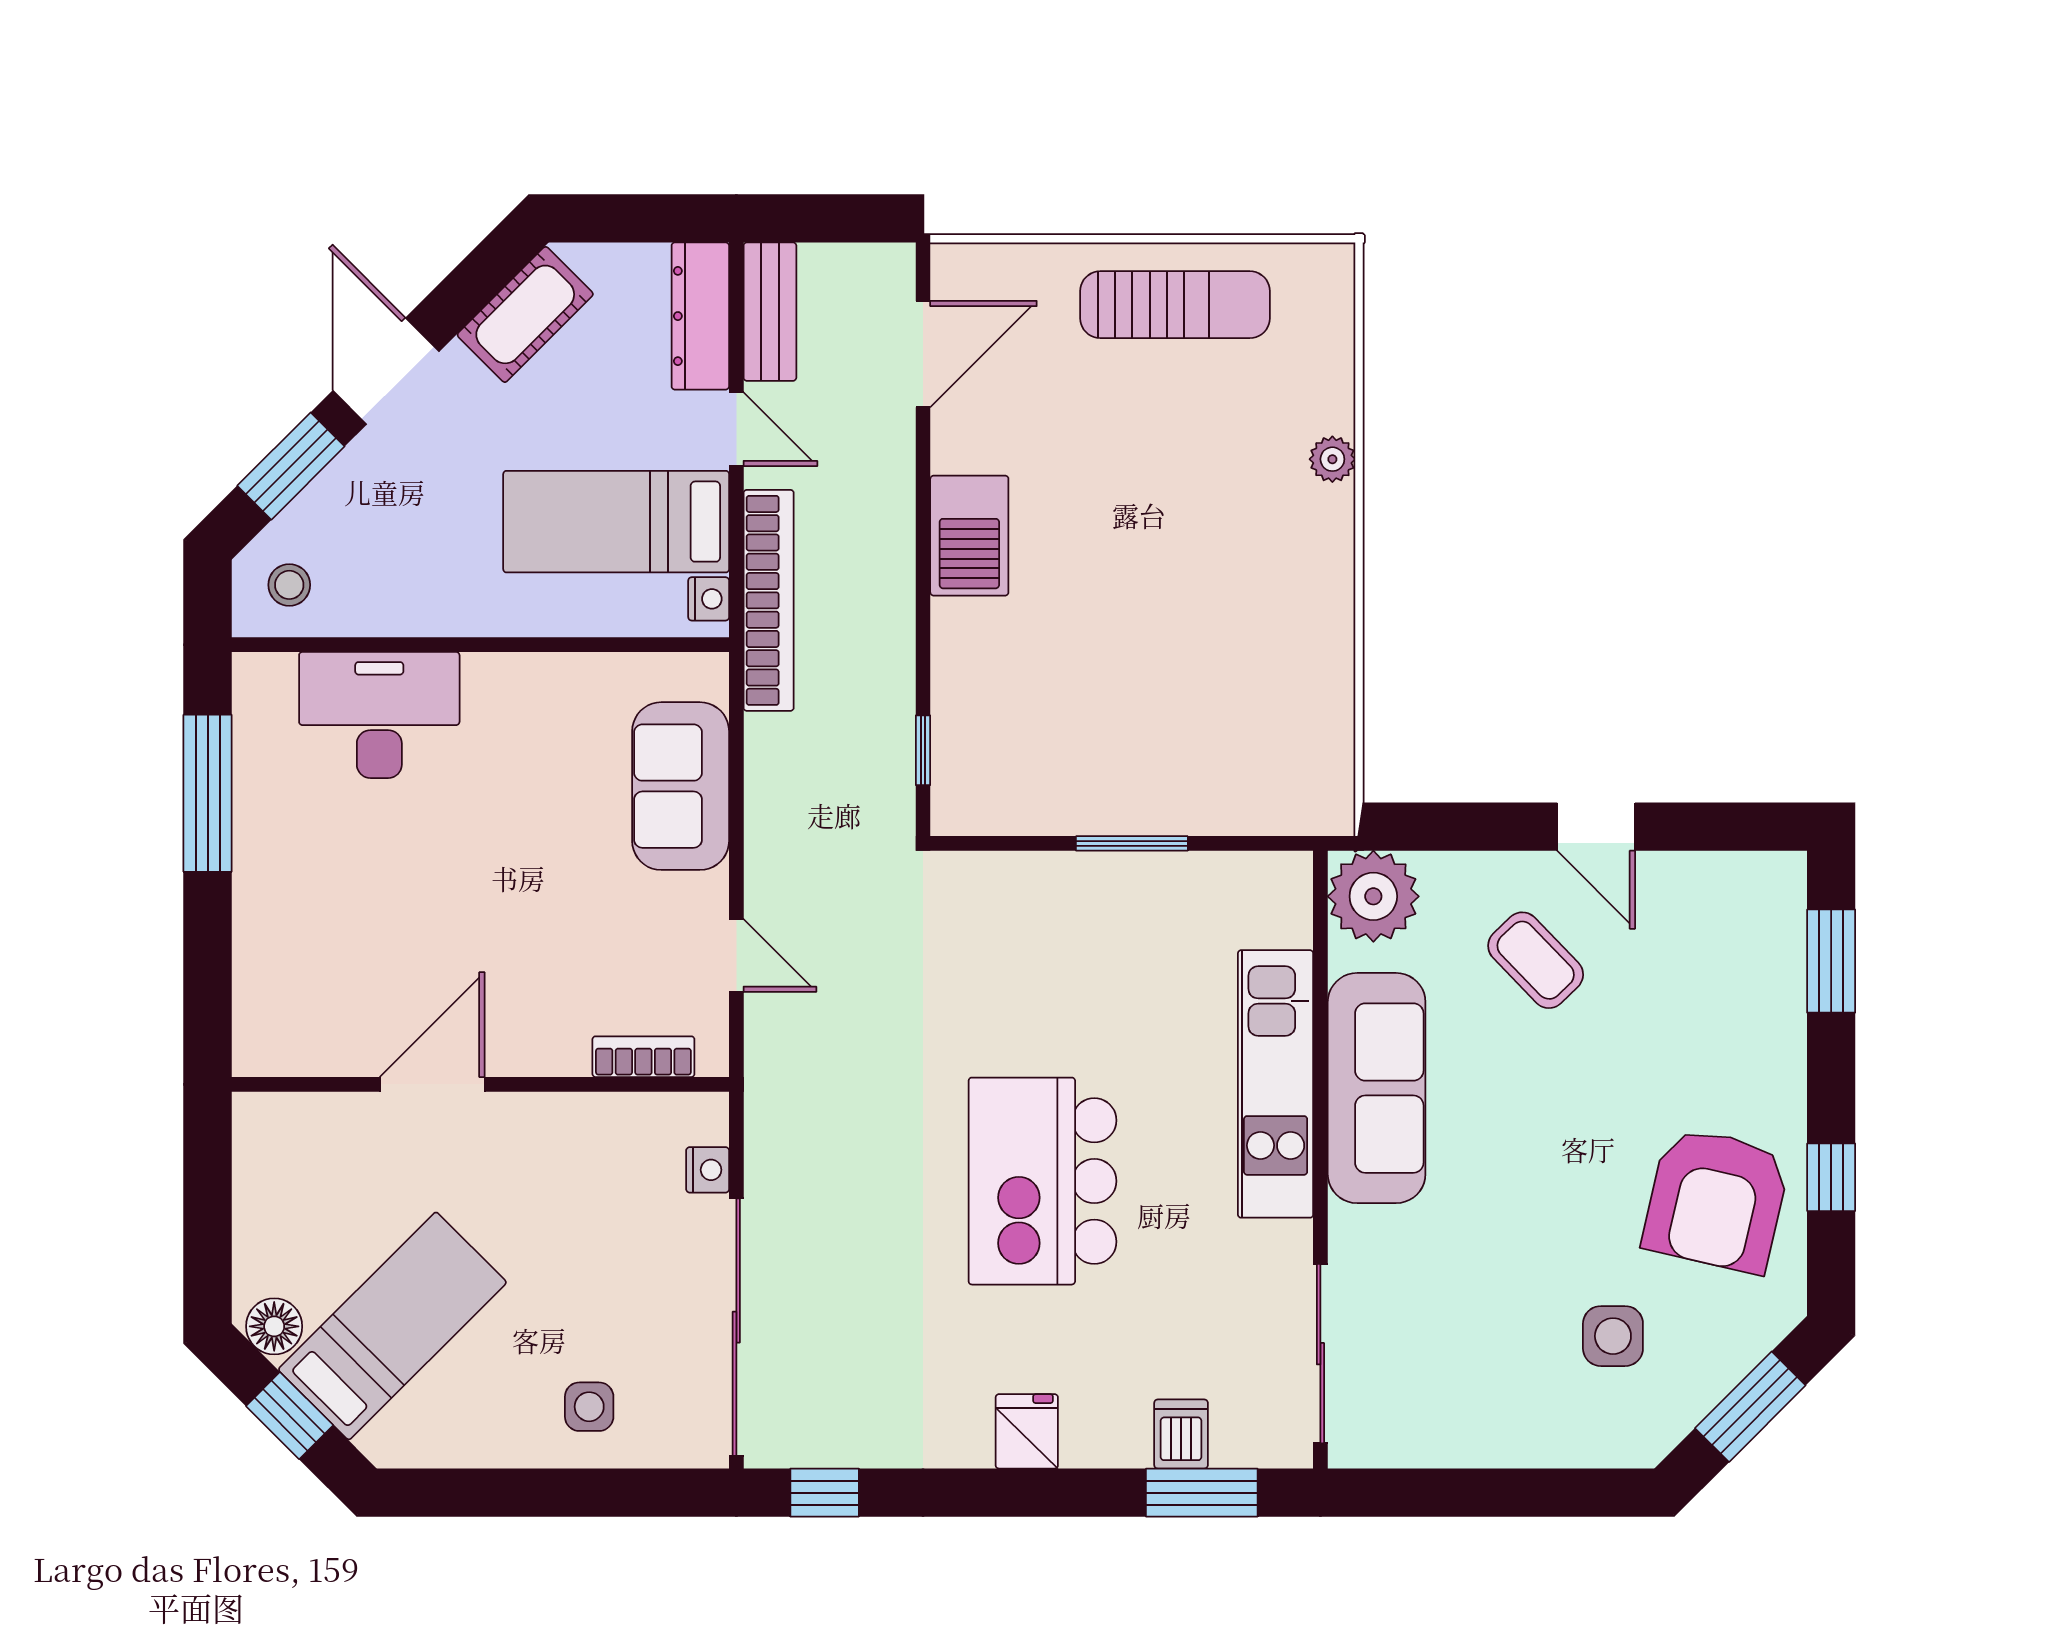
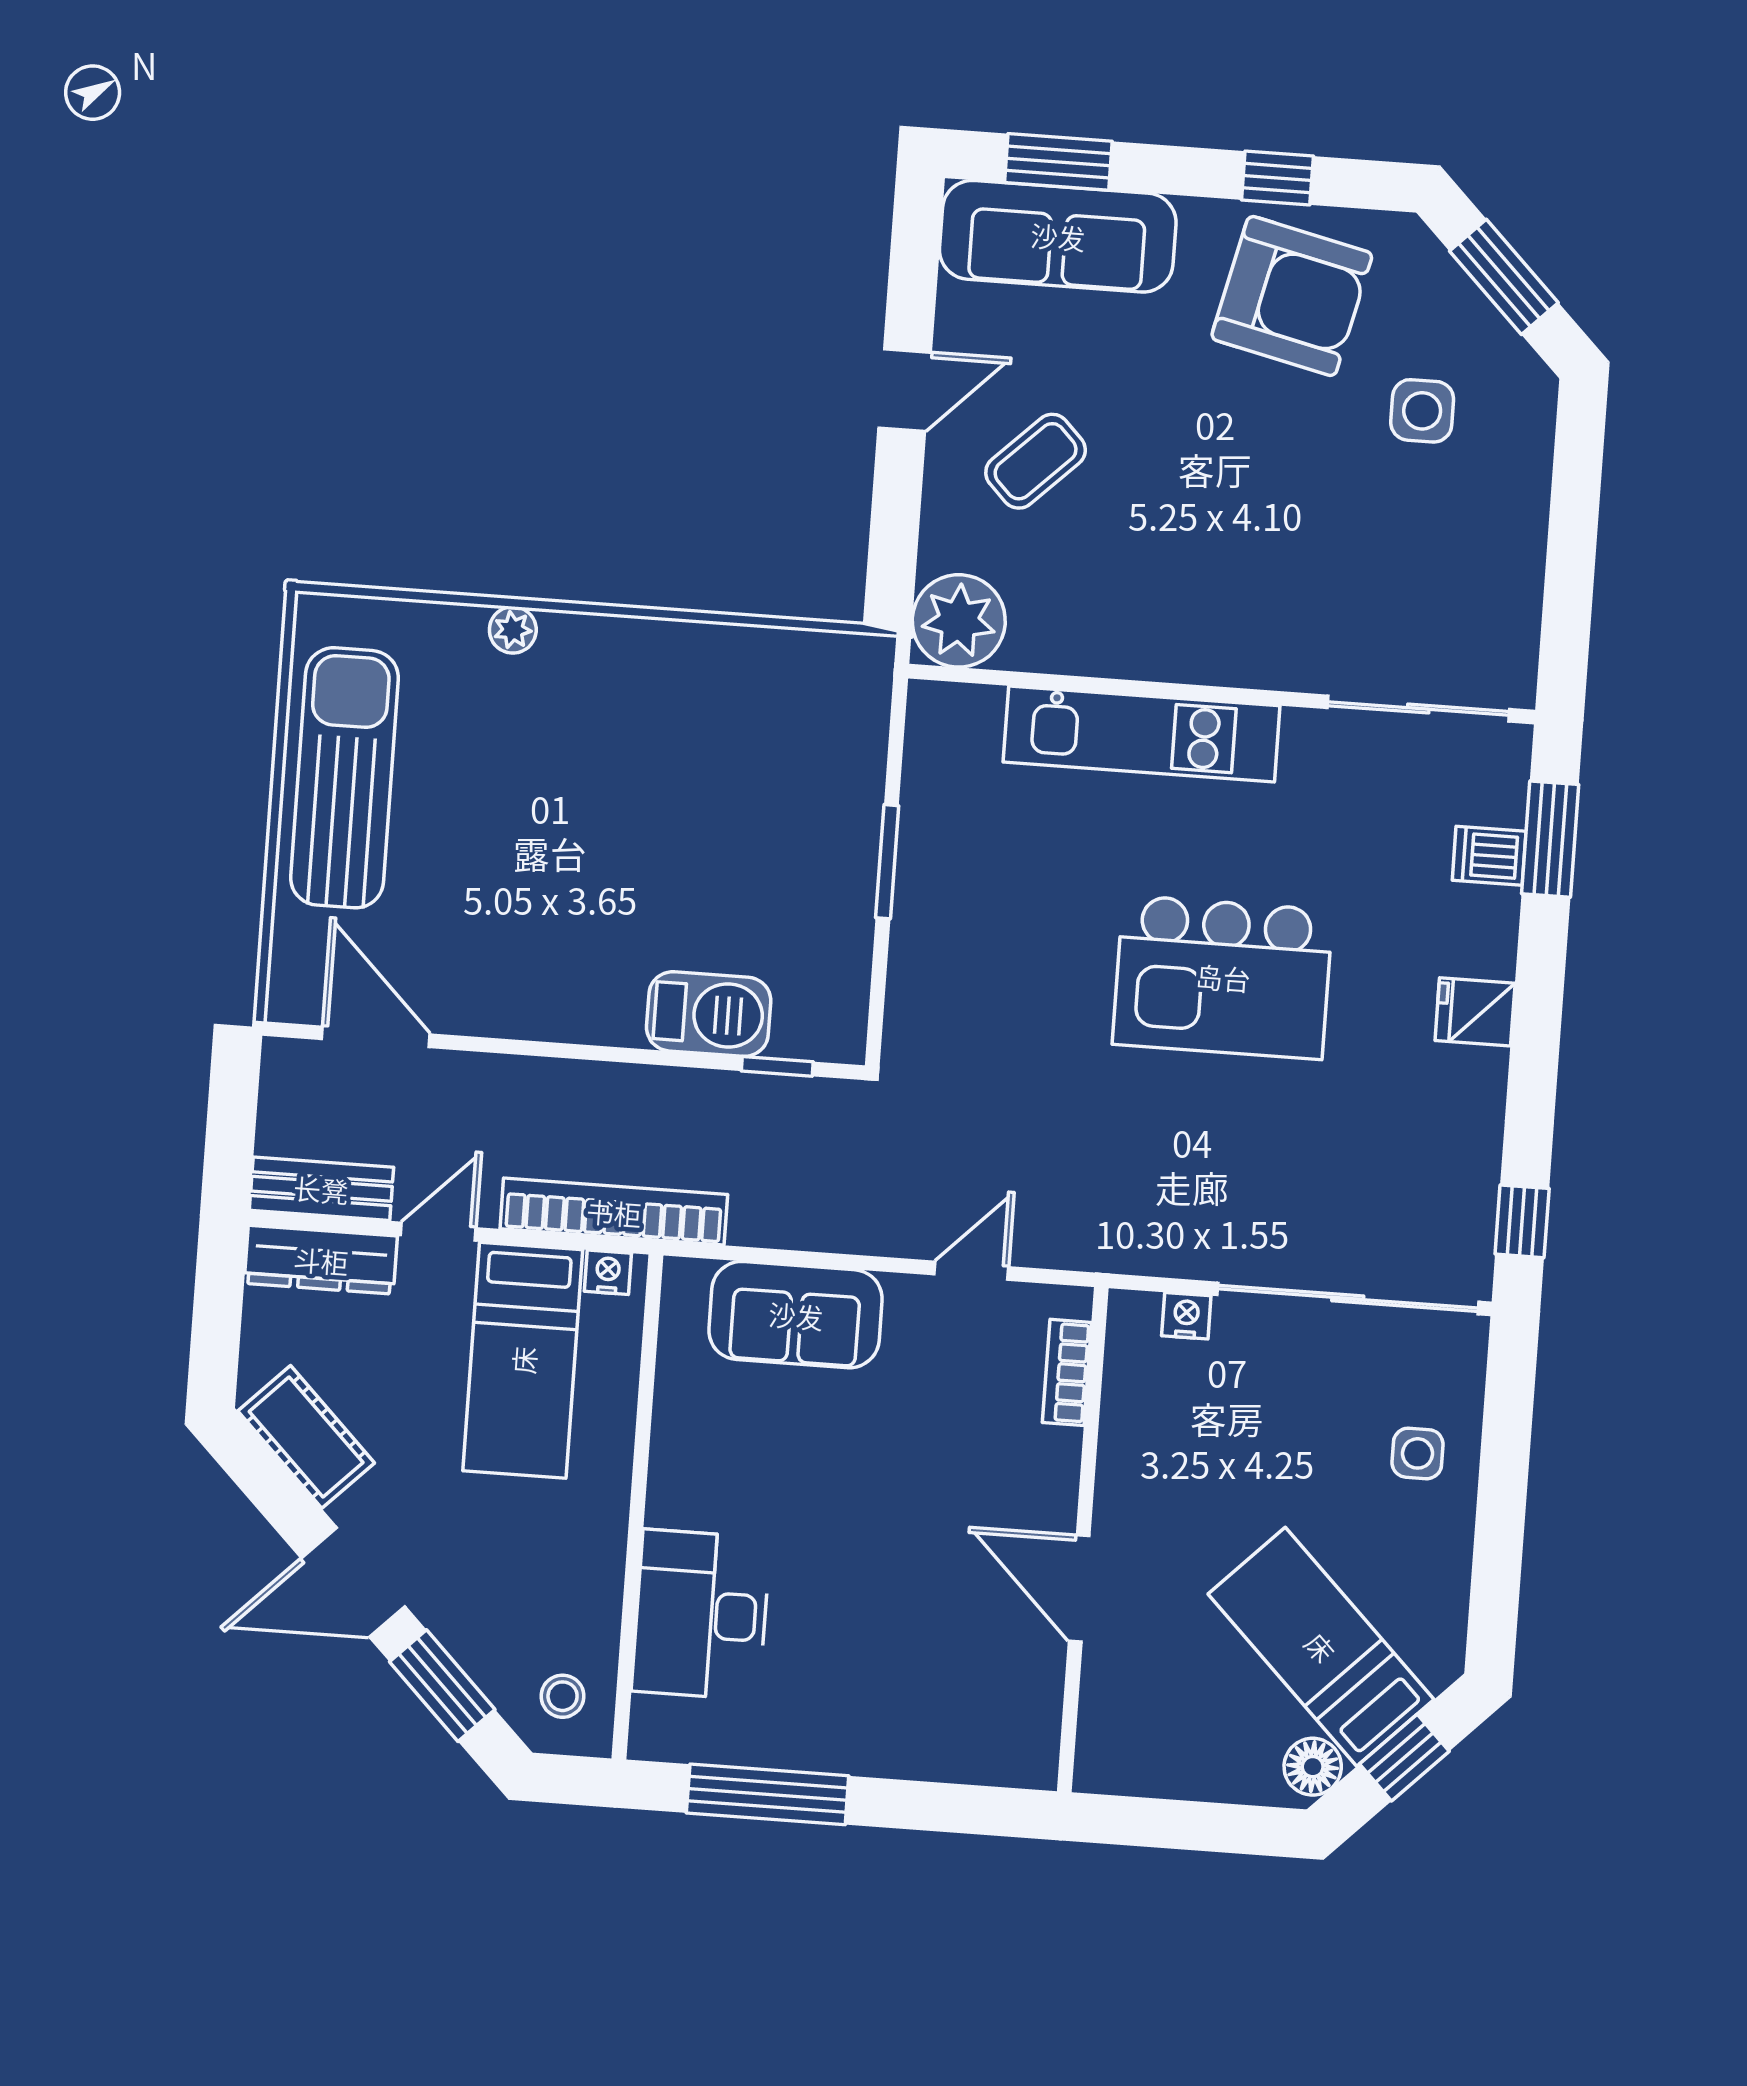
sun lounger: (1175, 305) -> (344, 778), width x1.36, depth x1.34
barbecue: (969, 536) -> (709, 1014), moved
sofa: (1377, 1088) -> (1058, 236), moved, turned 180

